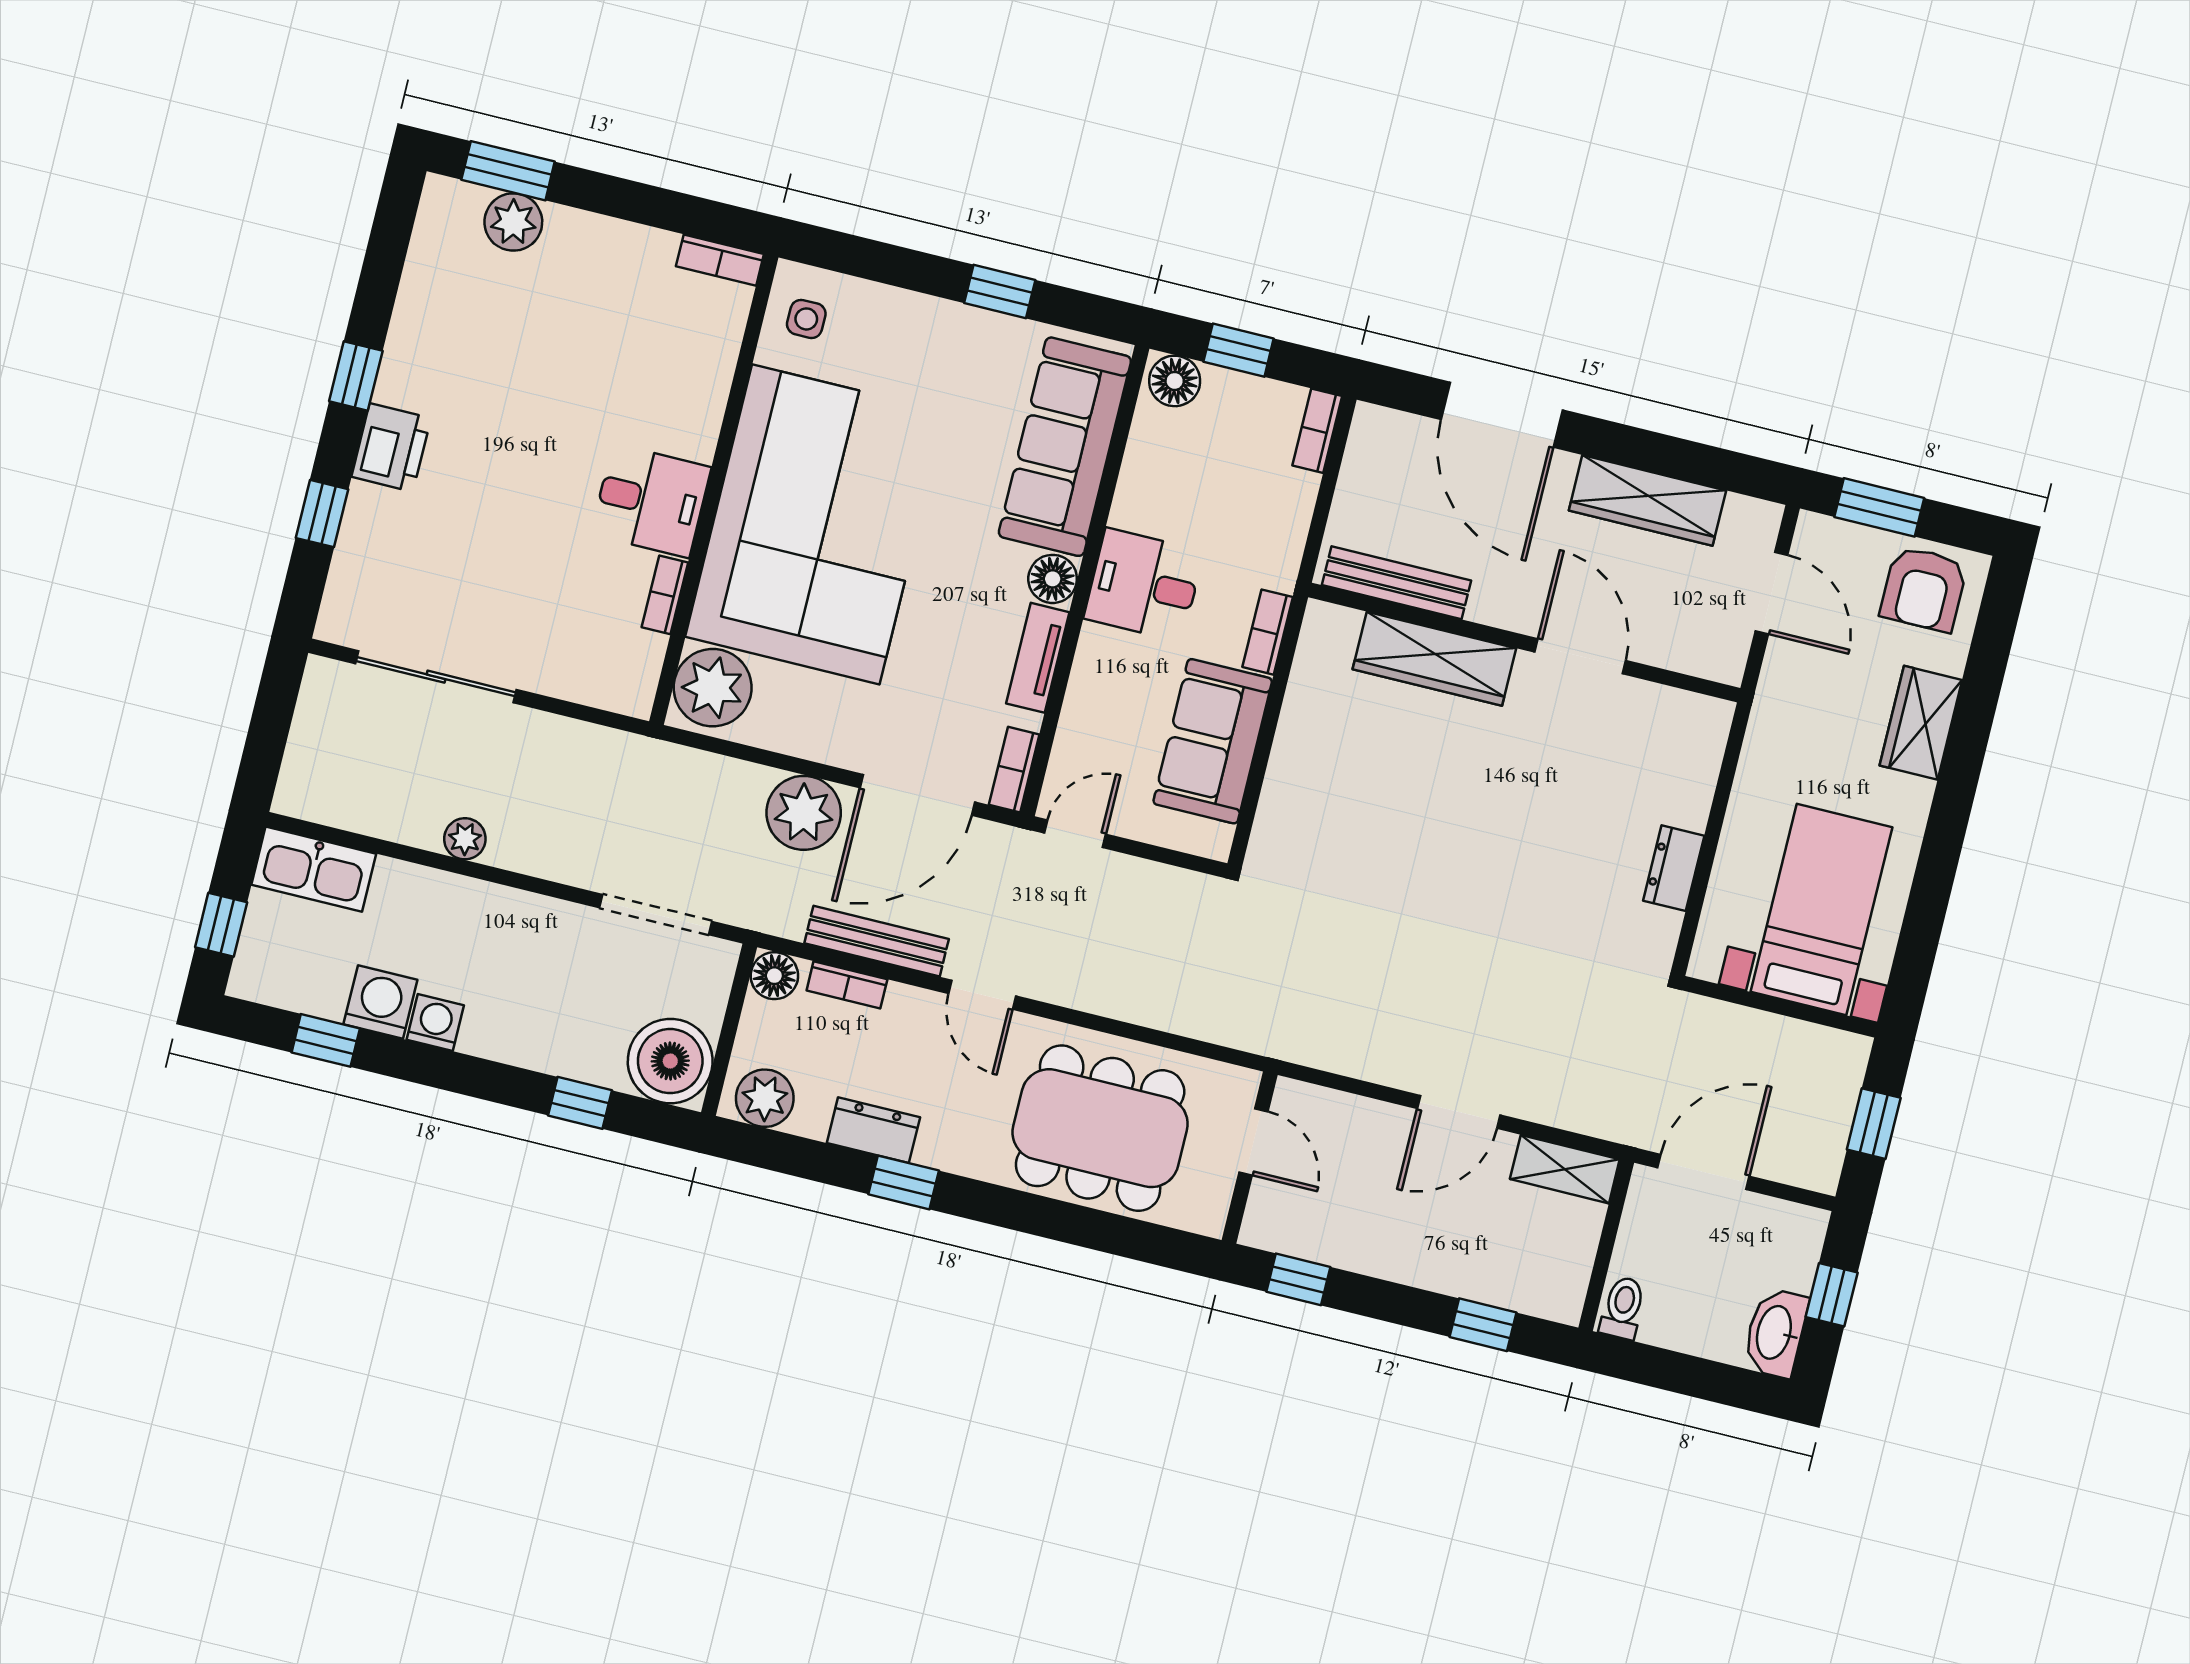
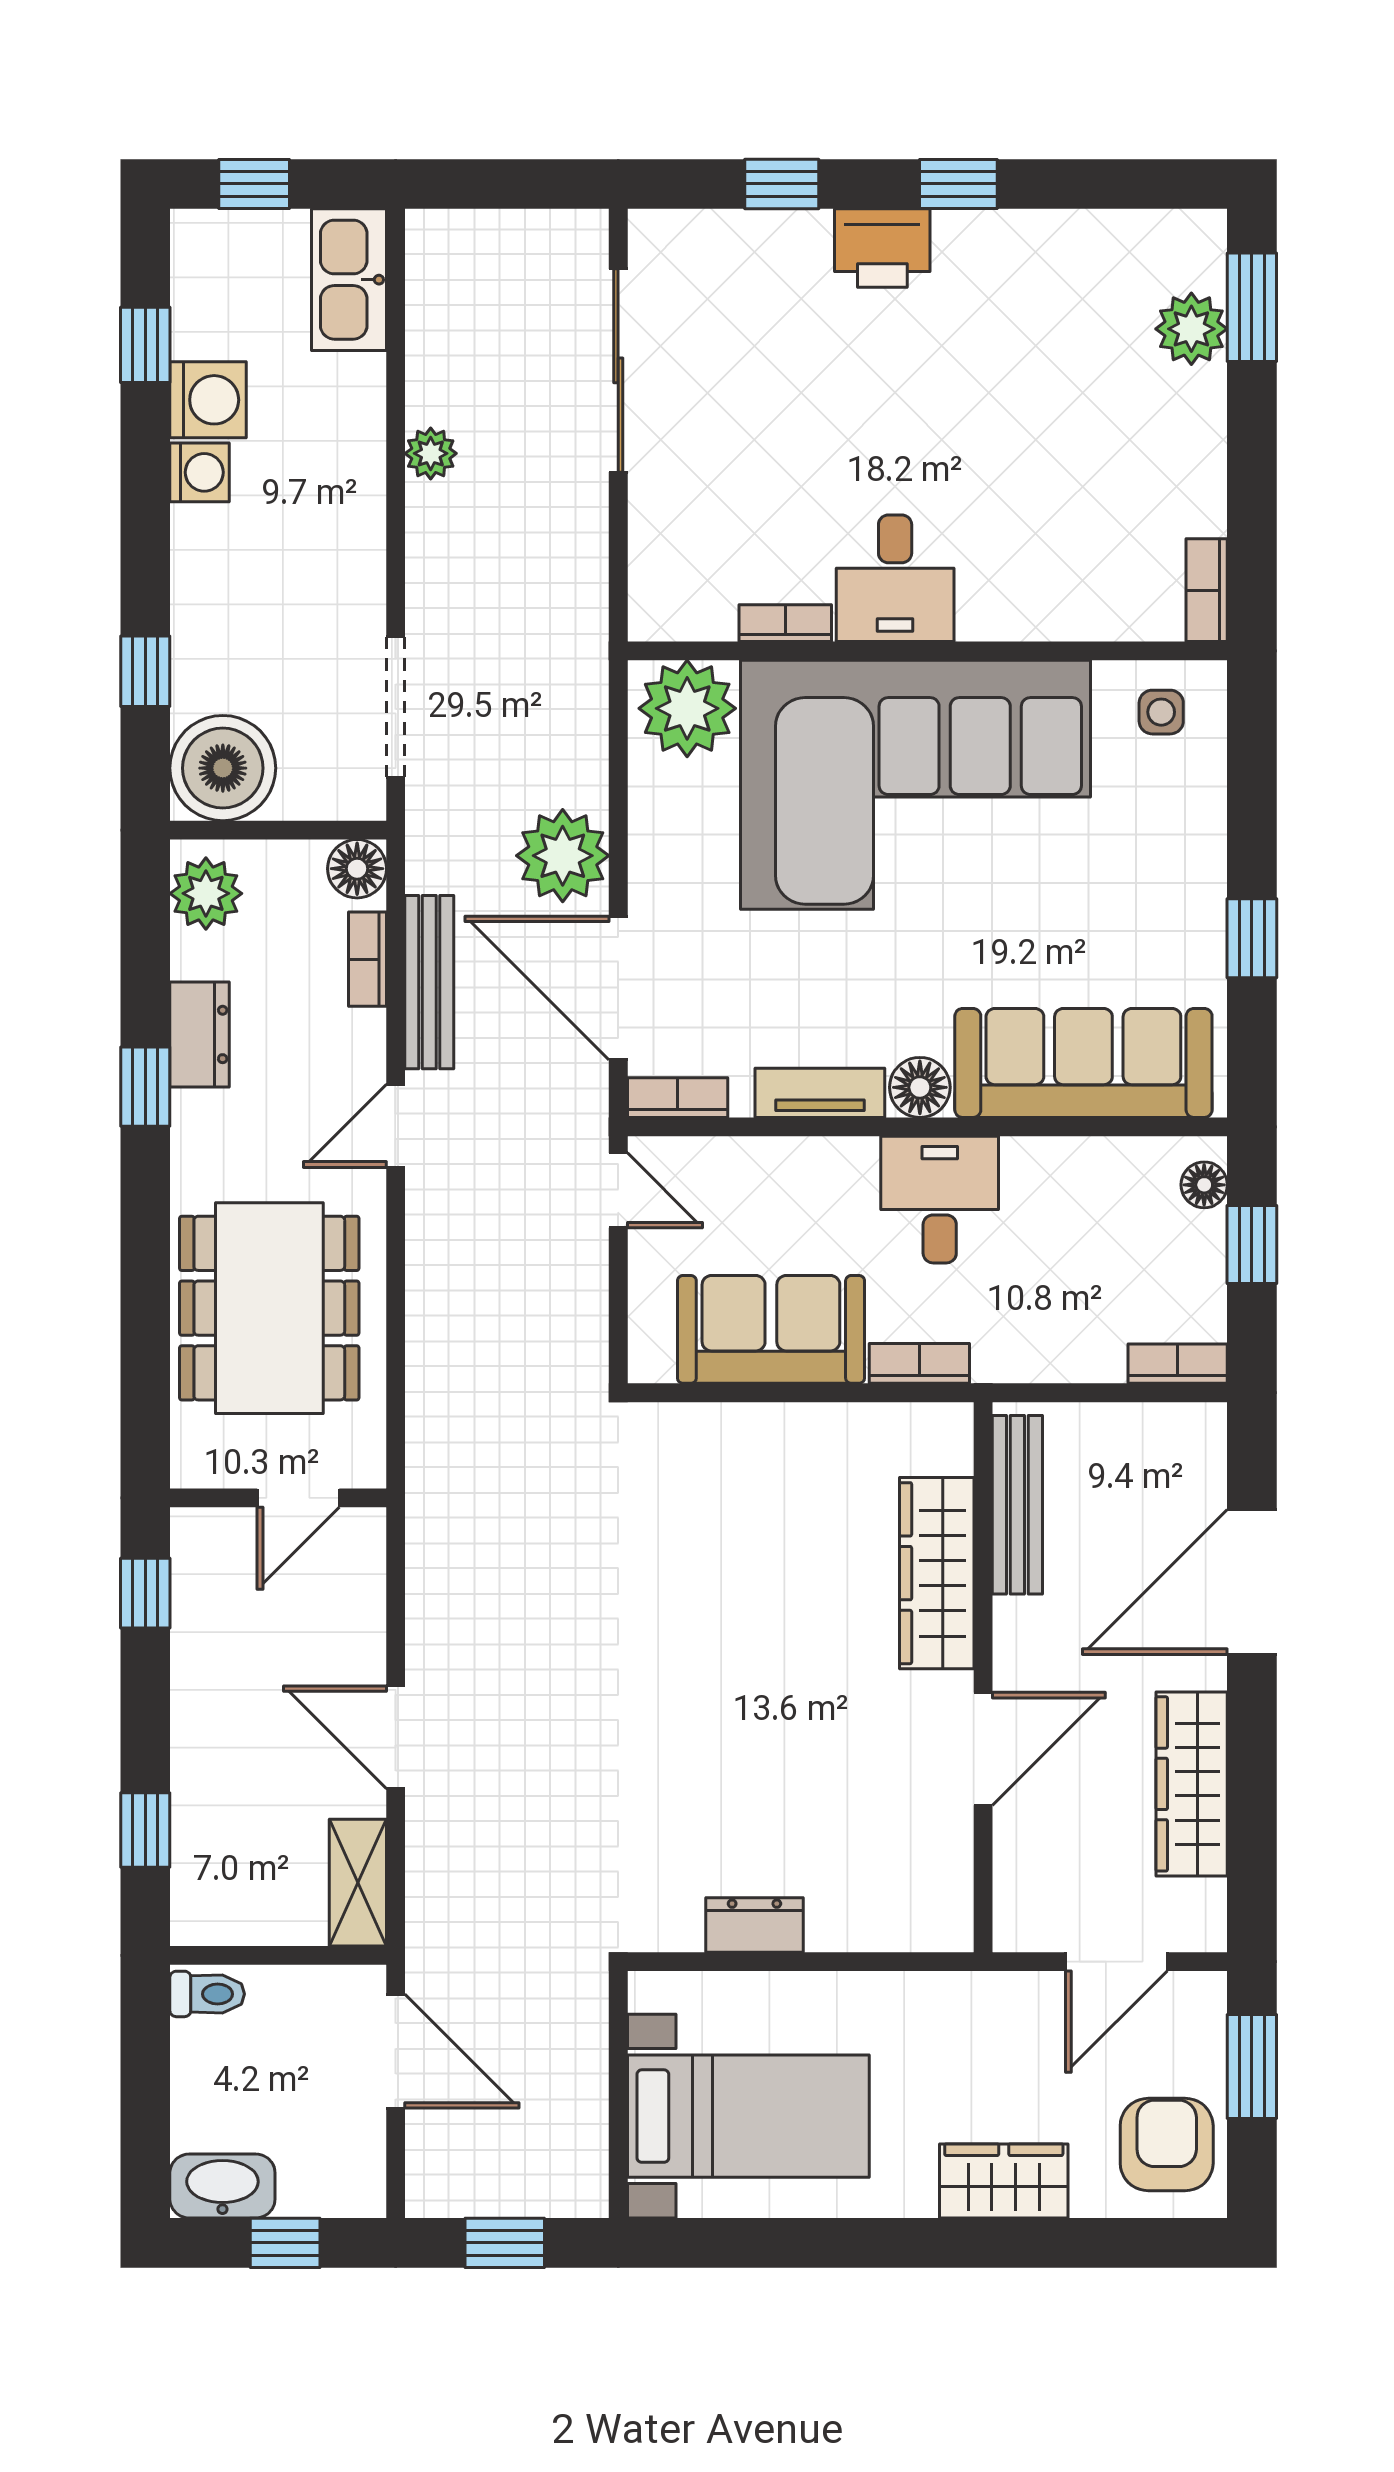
floor lamp: (1175, 381) -> (1204, 1185), width x0.73, depth x0.73
armchair: (1924, 589) -> (1167, 2144), turned 90

